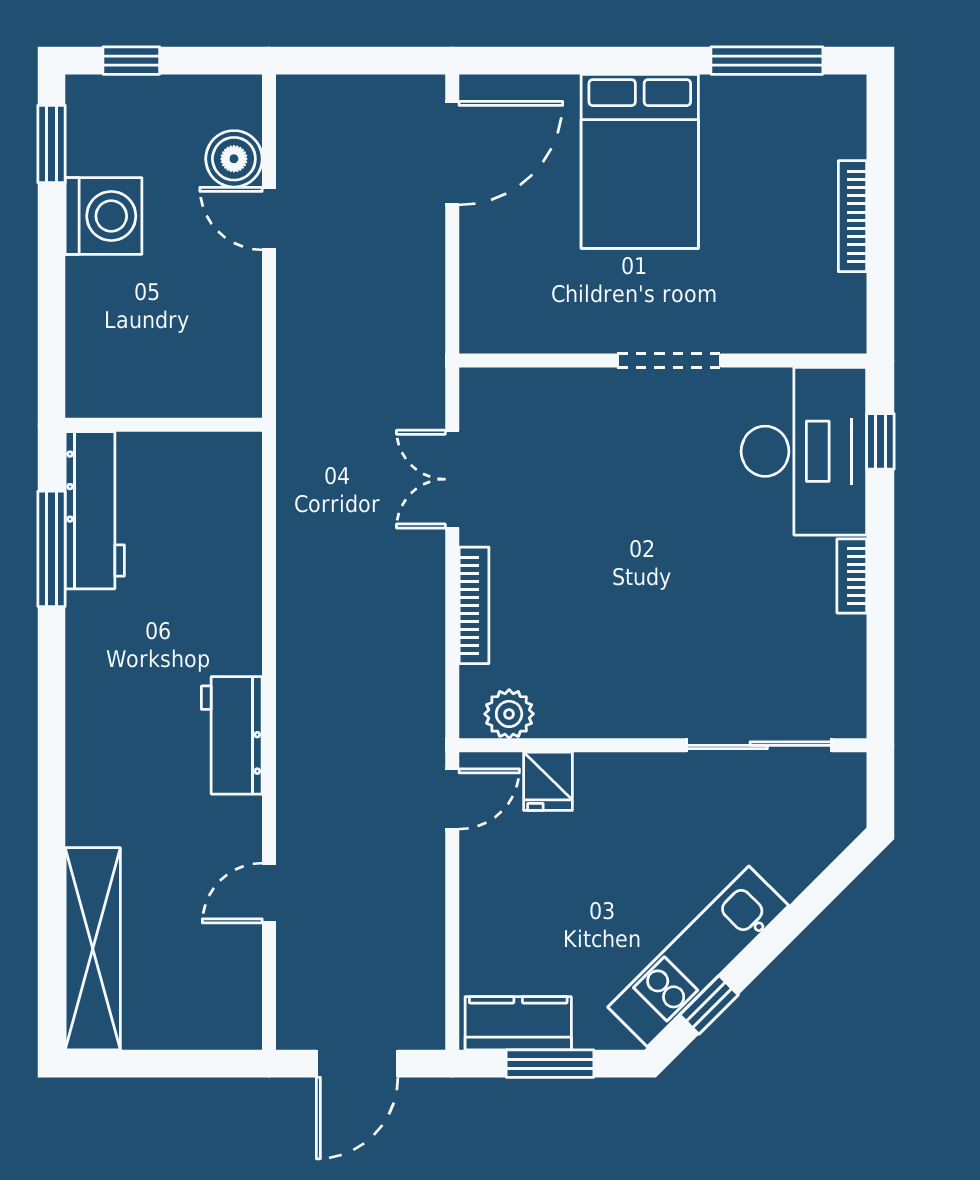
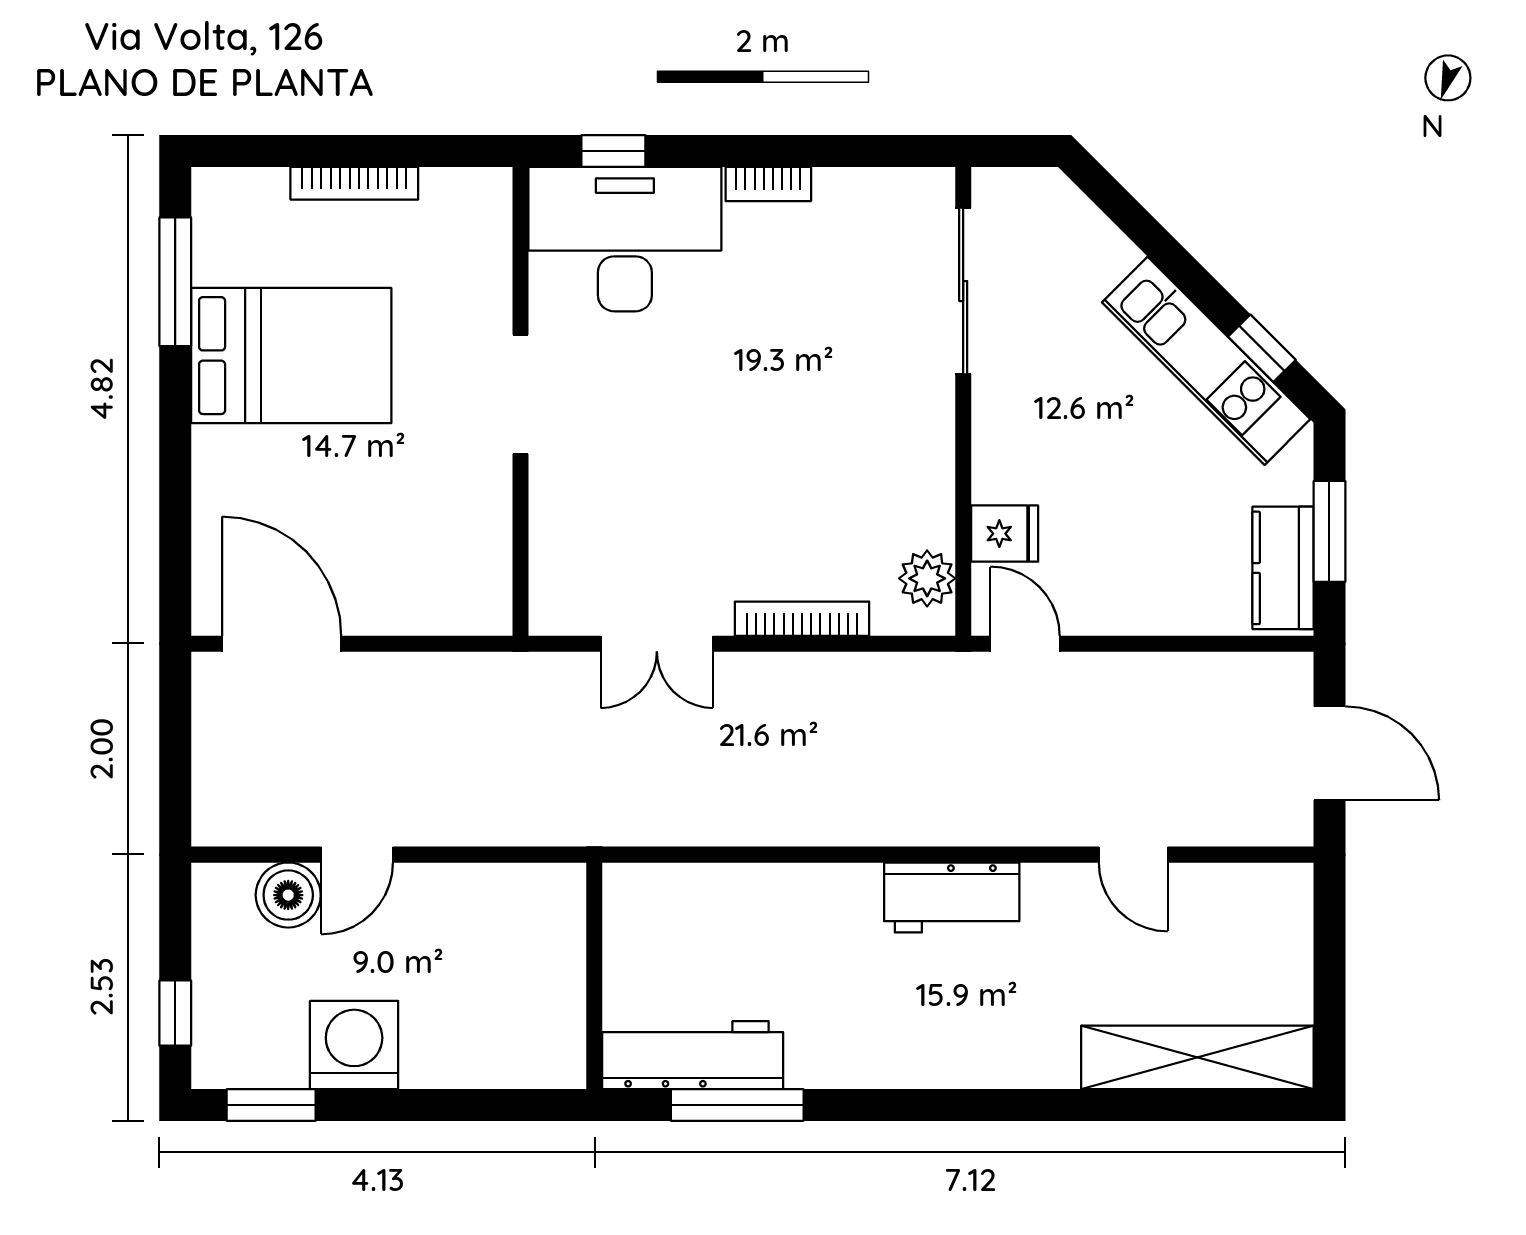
bed: (640, 161) -> (291, 356), moved

